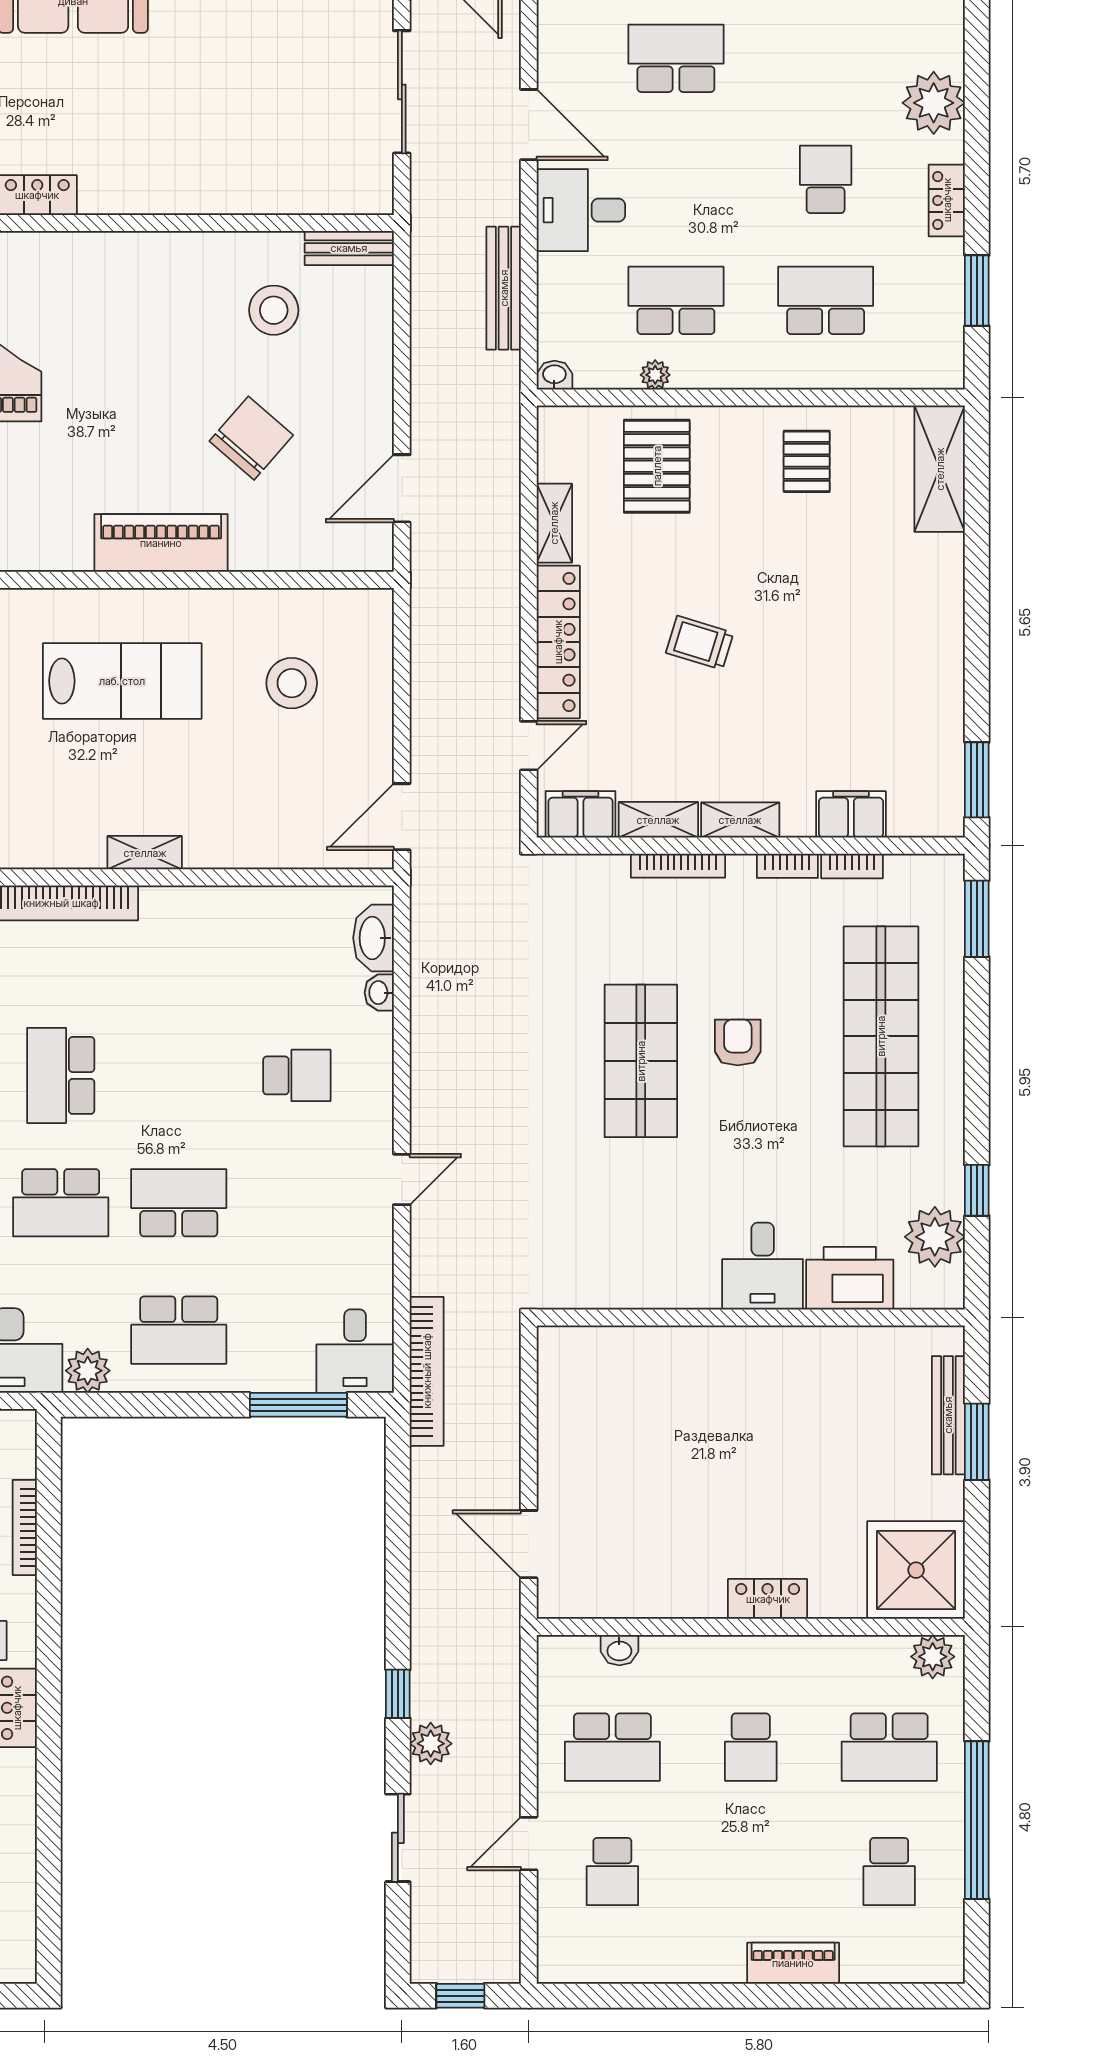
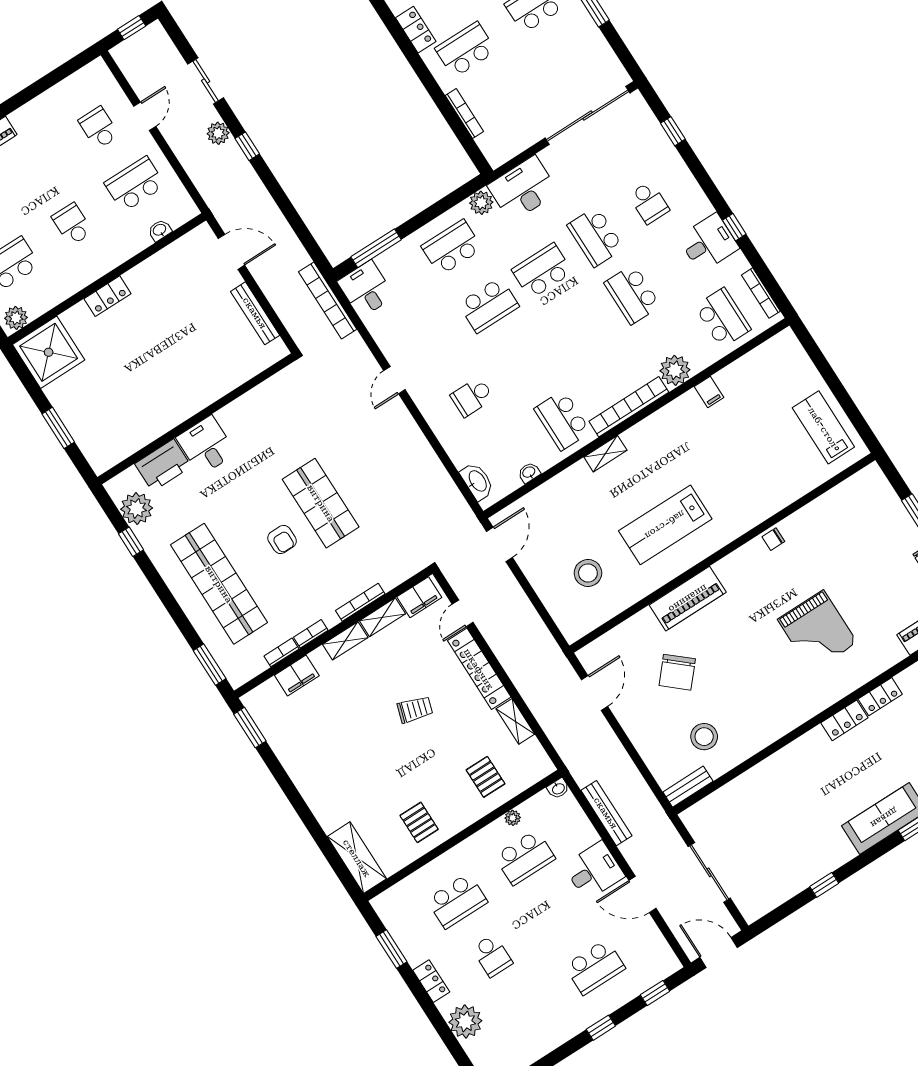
pallet: (657, 466) -> (486, 777), width x0.67, depth x0.71
washbasin: (379, 993) -> (529, 472), moved, turned -90
school desk: (61, 1075) -> (562, 420), moved, turned 180
bench: (948, 1415) -> (255, 313), moved

